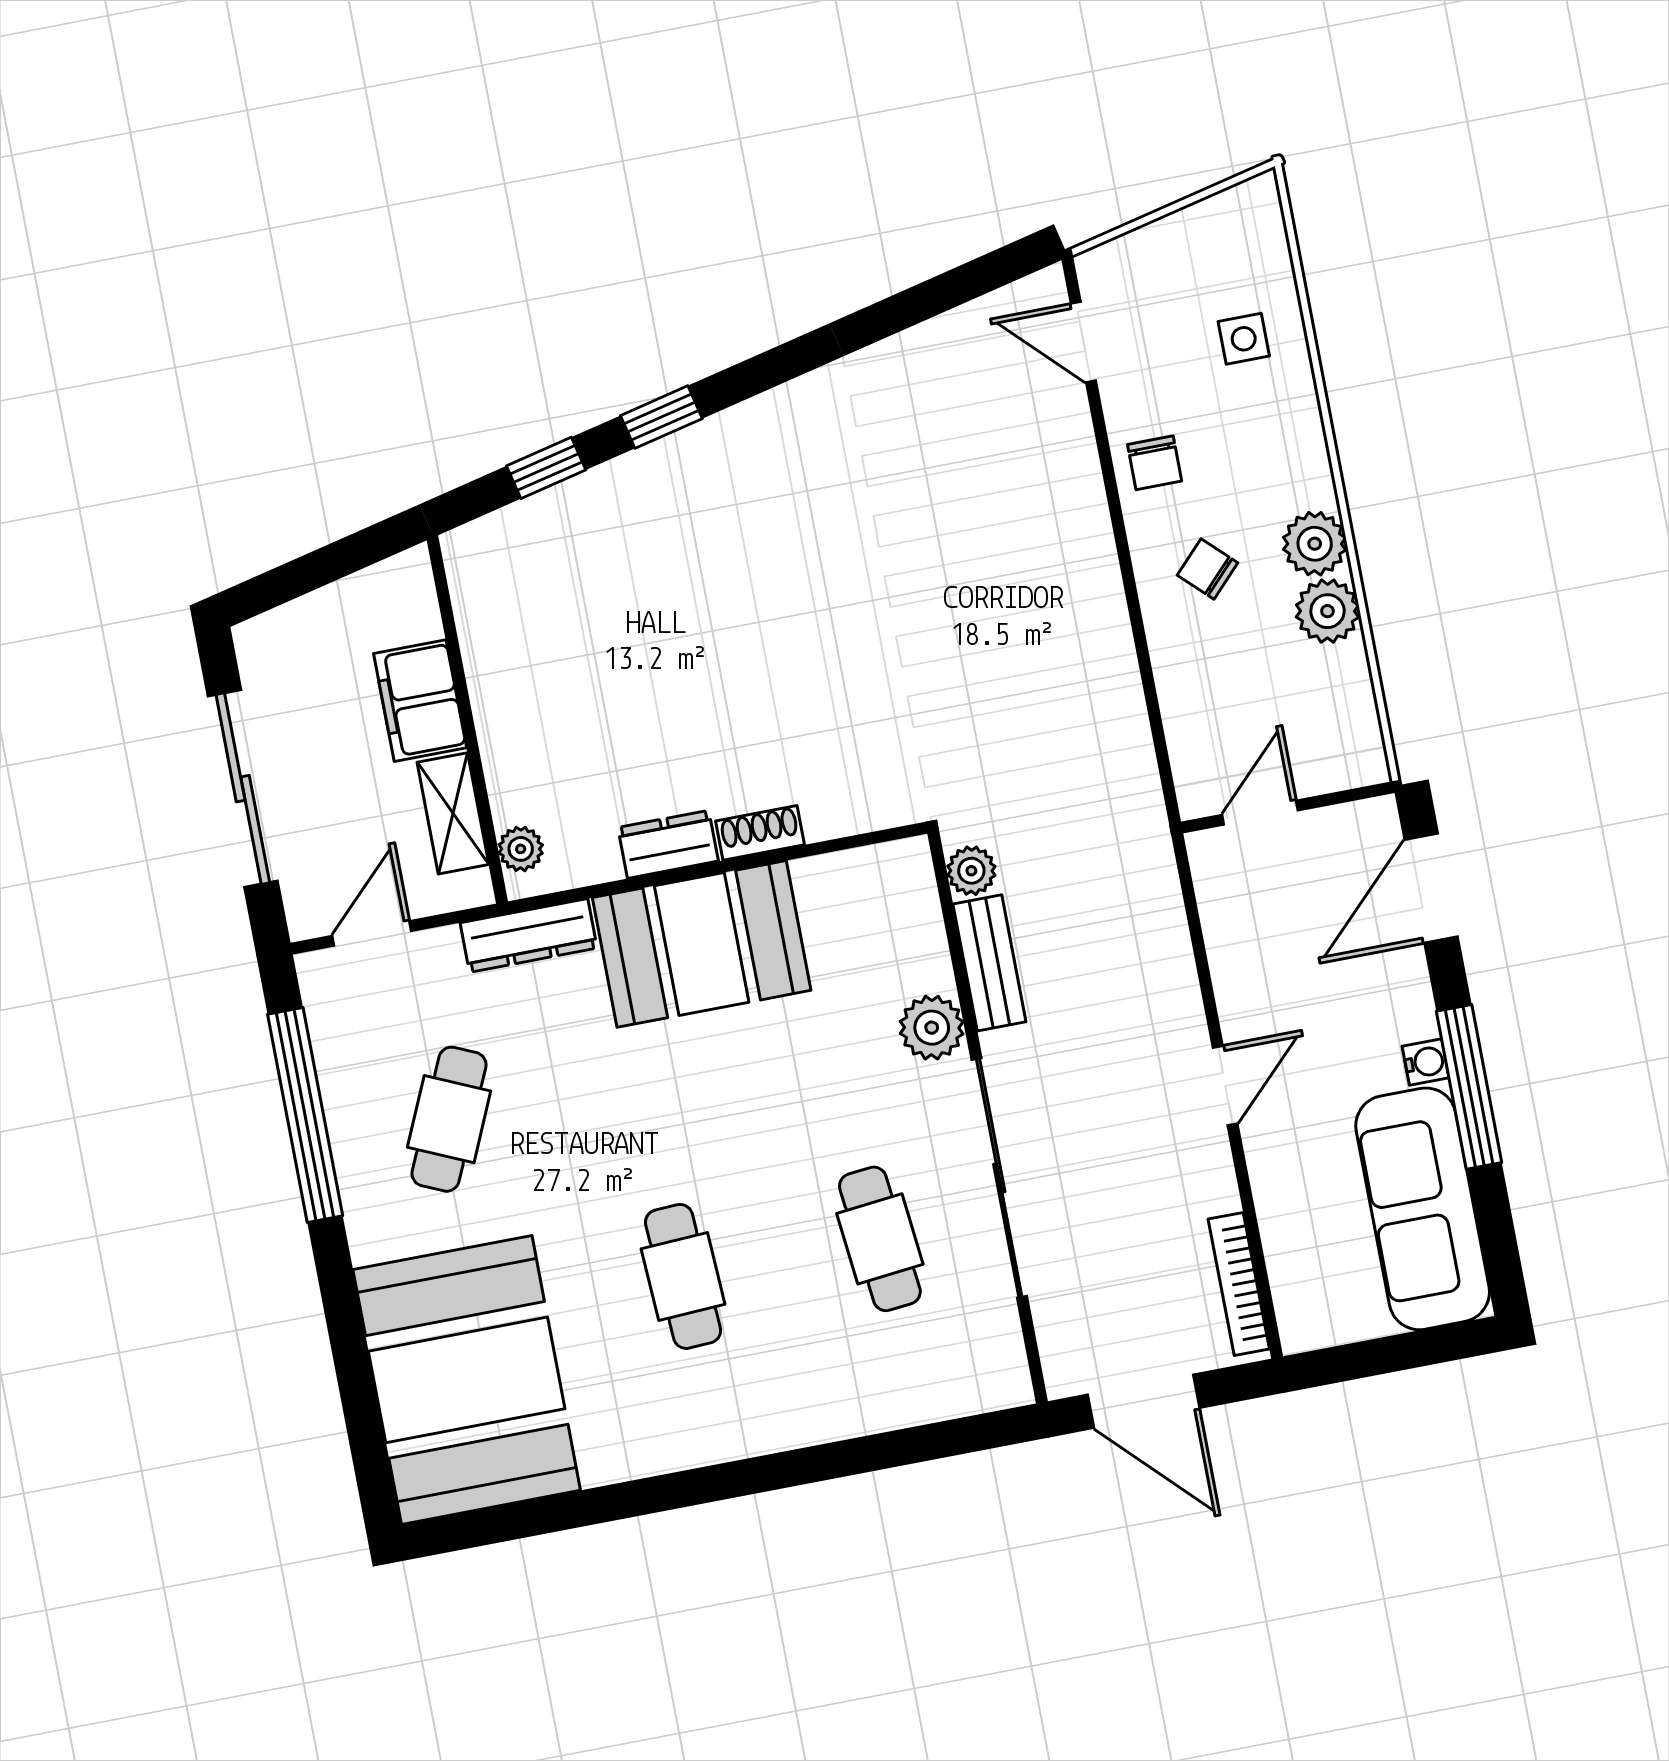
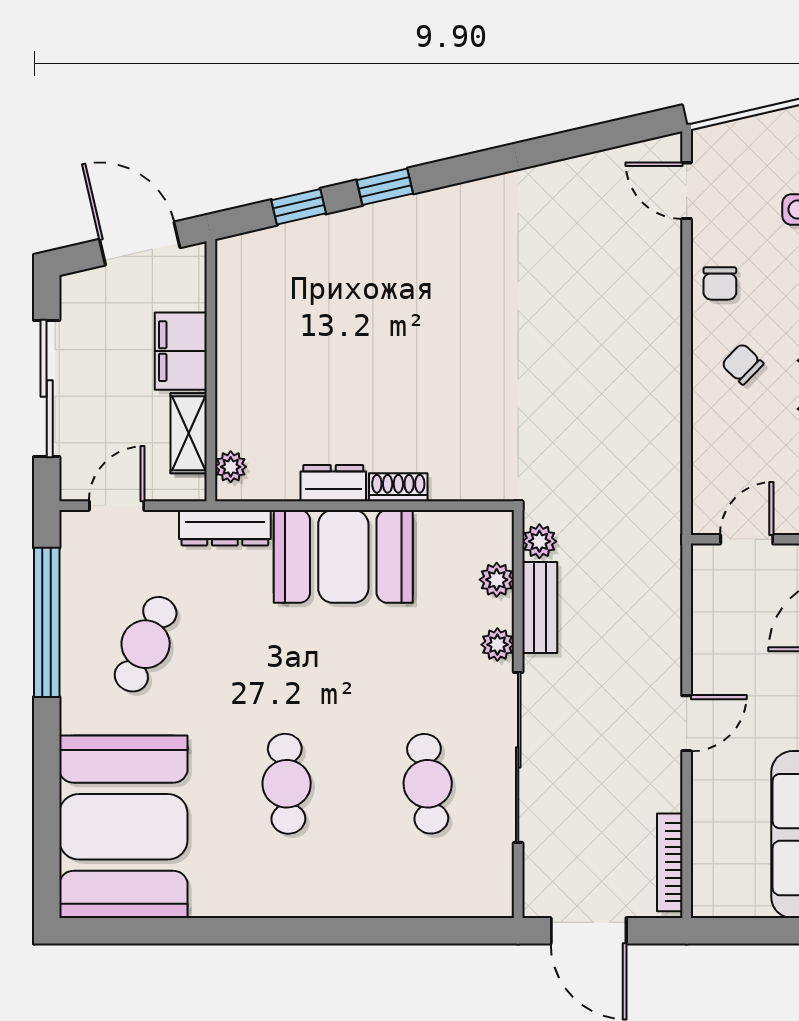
door: (334, 561) -> (140, 243), added
plant: (922, 936) -> (497, 580), added
plant: (932, 1028) -> (497, 645), width x0.73, depth x0.73

